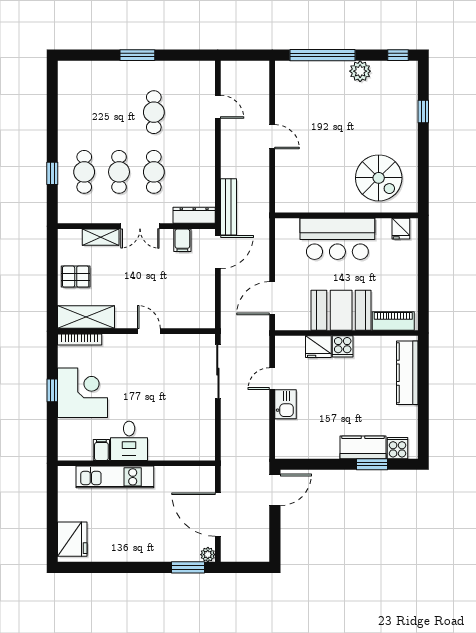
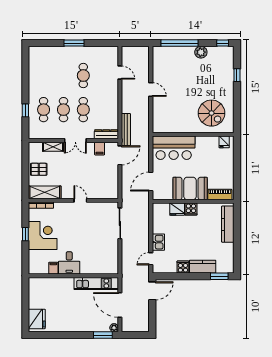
bar counter: (337, 239) -> (174, 148), moved
door: (272, 379) -> (151, 259), moved
cooker: (398, 448) -> (183, 267), moved
window: (372, 464) -> (219, 276), moved
kitchen unit: (115, 477) -> (96, 283), moved

